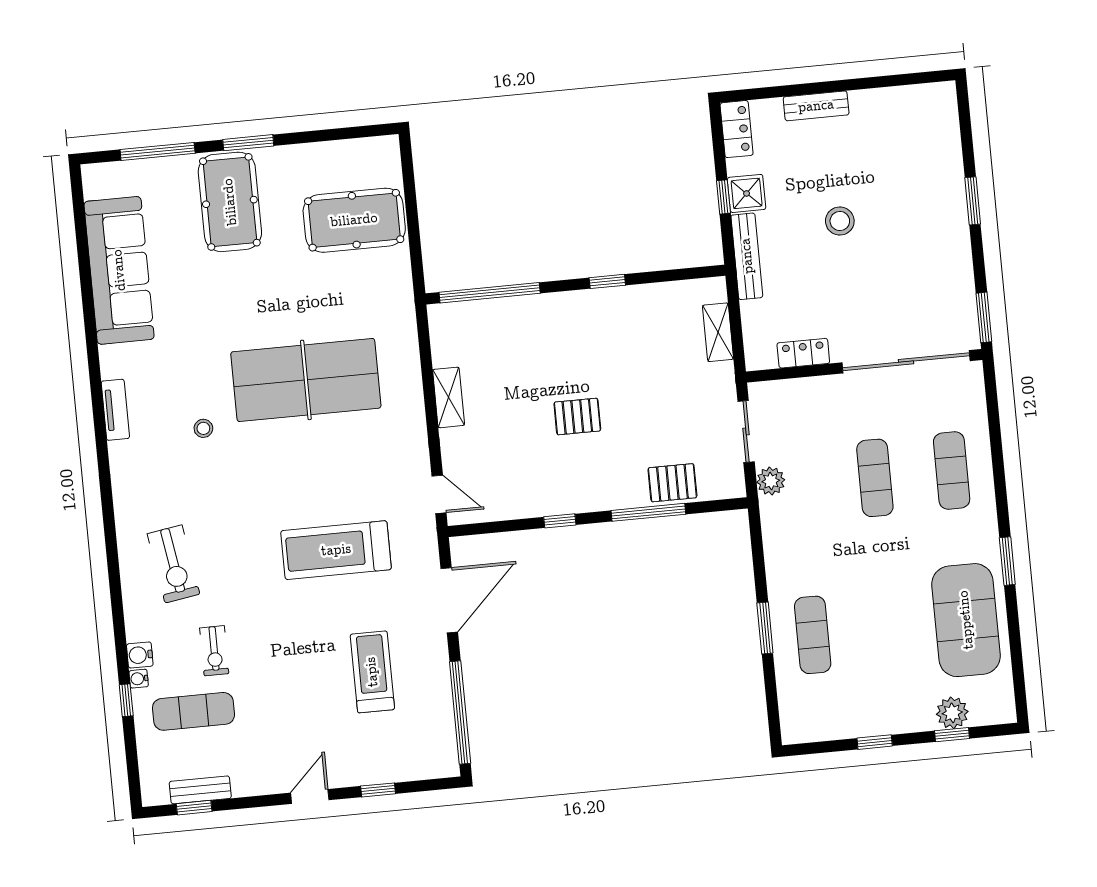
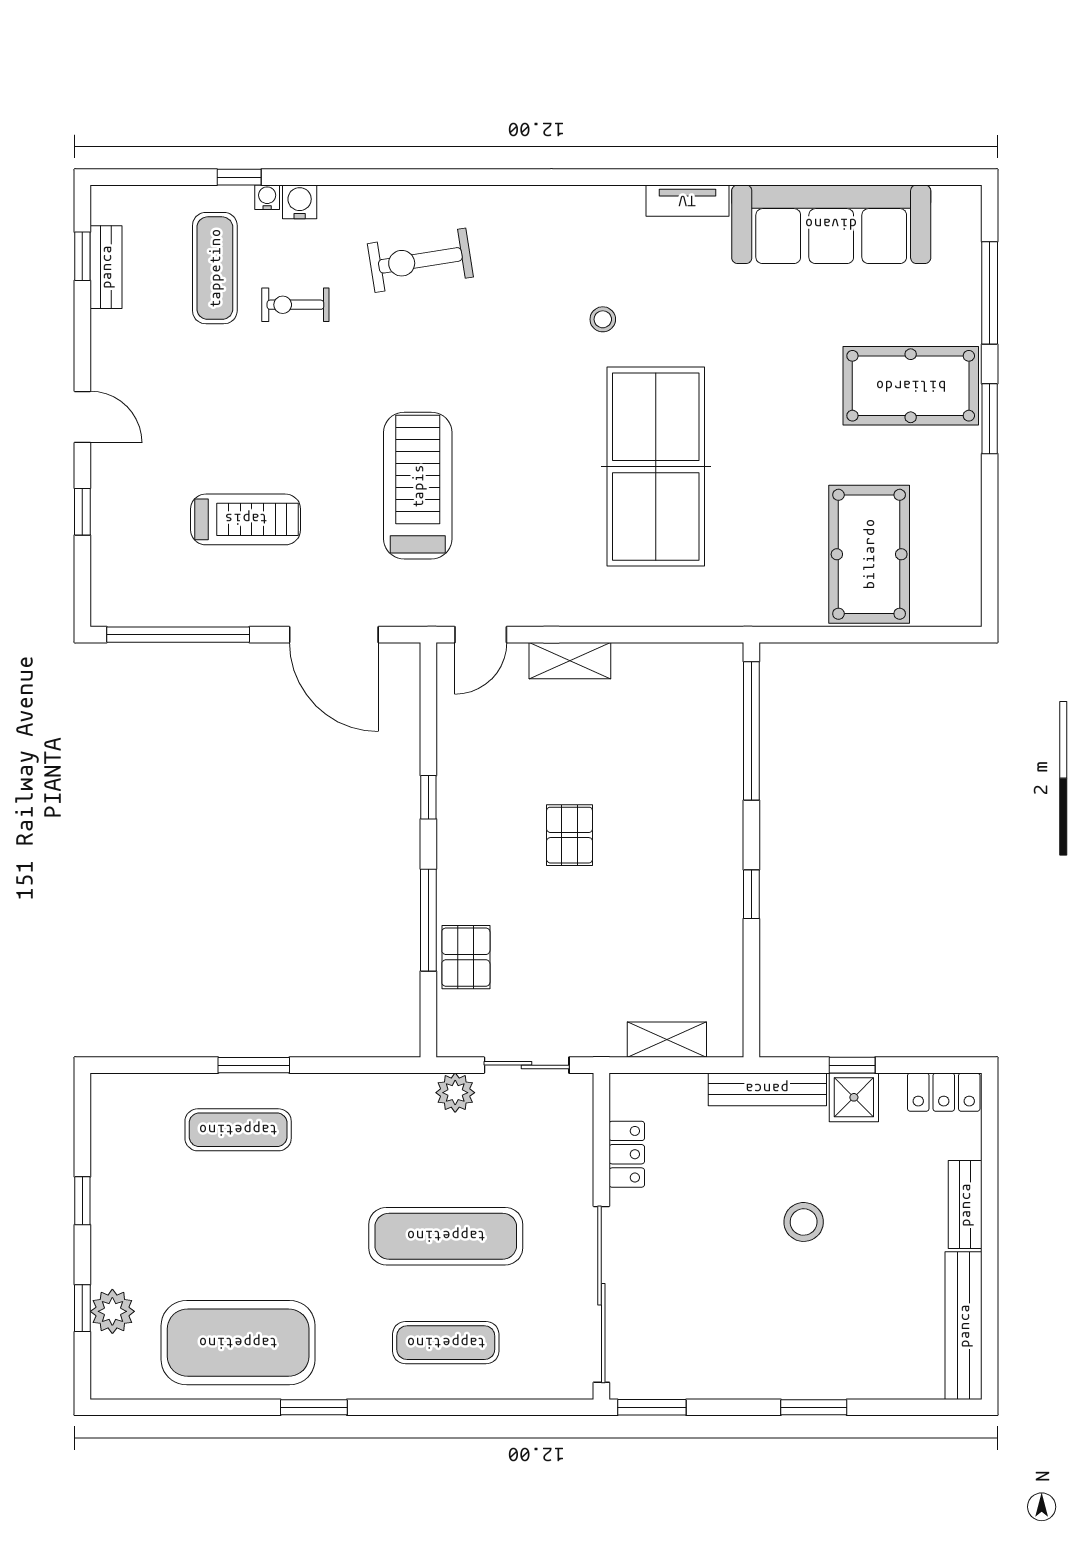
bench: (903, 99) -> (964, 1326), added
shelving: (449, 397) -> (570, 661), moved
tv unit: (115, 410) -> (687, 201), moved
exercise mat: (875, 478) -> (446, 1236), width x1.36, depth x1.45

